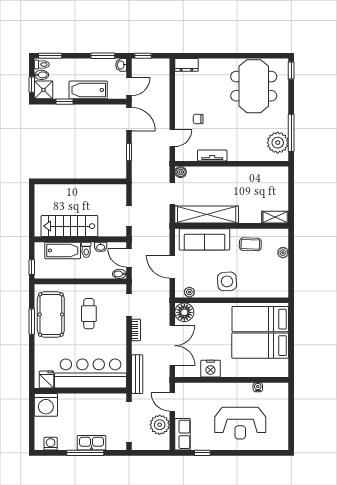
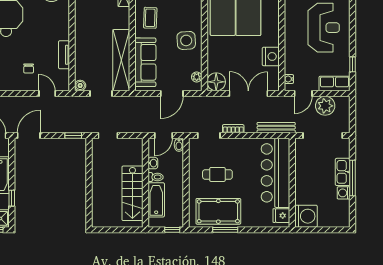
window: (129, 152) -> (73, 136), moved
doorway: (129, 216) -> (108, 136), moved
water cooler: (258, 387) -> (289, 79), moved
washing machine: (51, 444) -> (344, 193), moved

